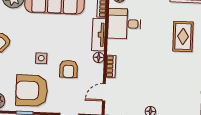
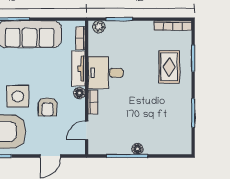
desk: (124, 24) -> (106, 73), moved
side table: (41, 58) -> (18, 96), width x1.87, depth x1.87

